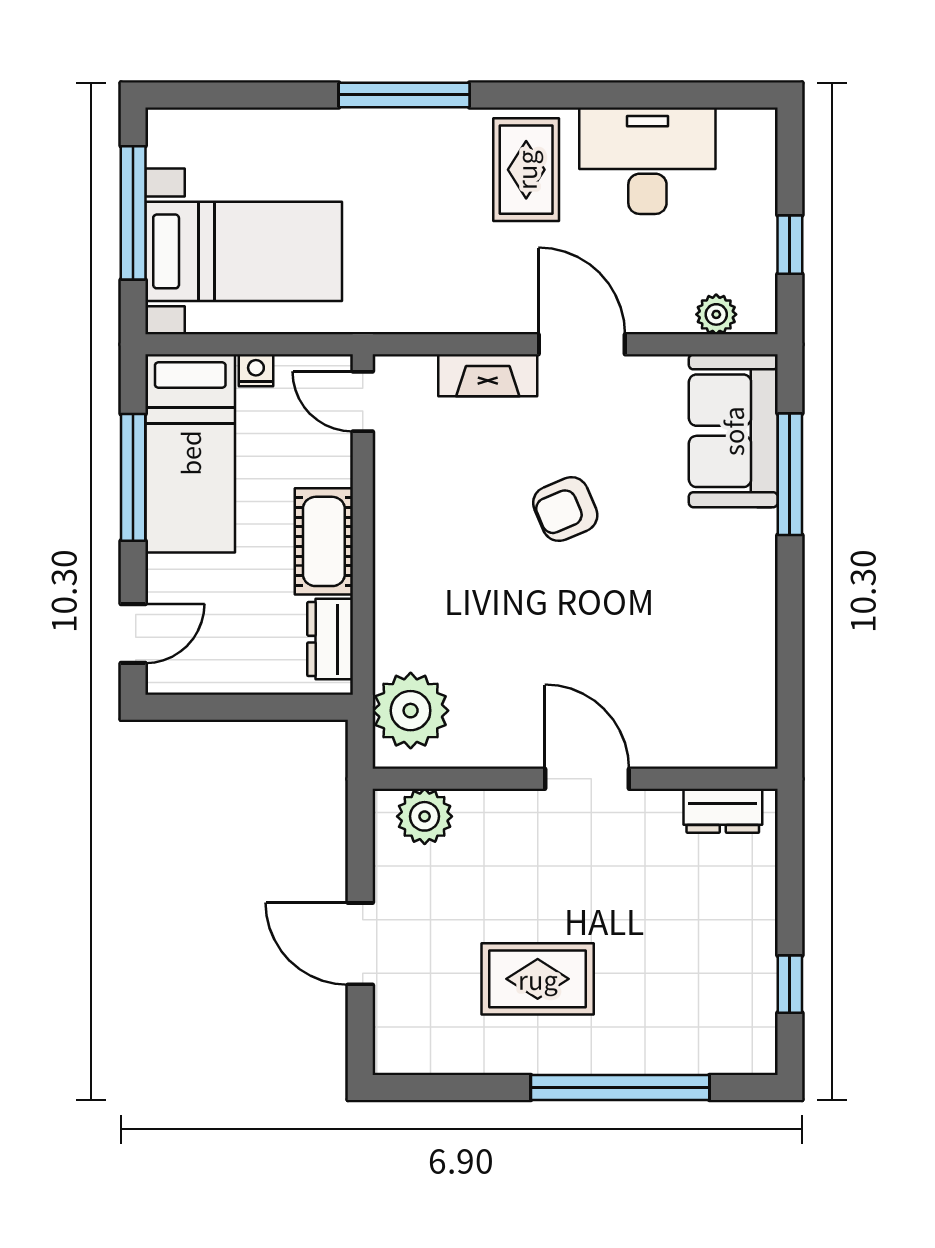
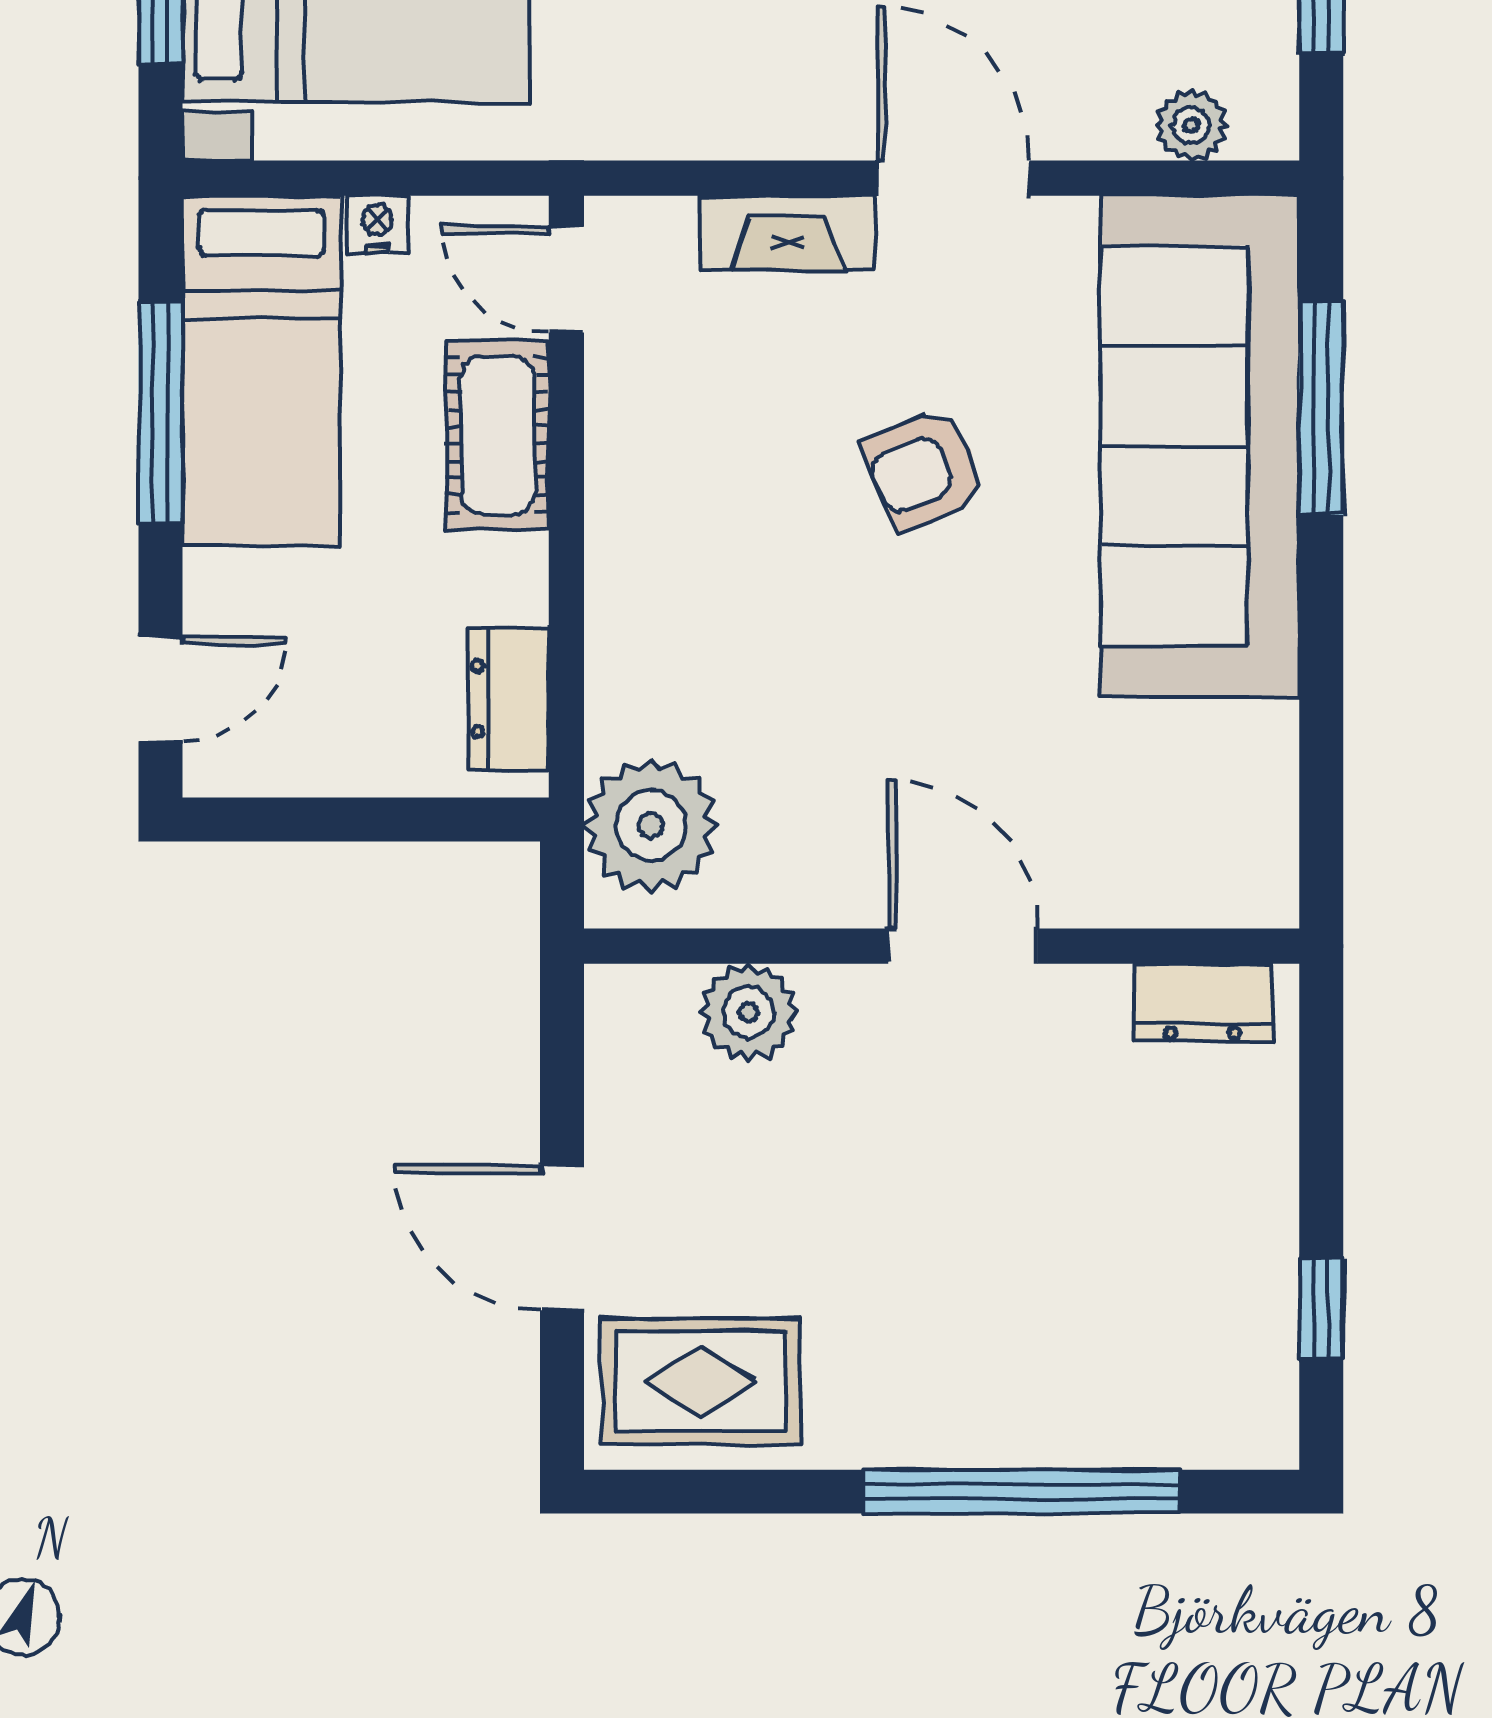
sofa: (733, 431) -> (1200, 446), width x1.85, depth x1.27
cot: (324, 541) -> (498, 435), moved
plant: (425, 816) -> (749, 1012), moved
rug: (538, 979) -> (701, 1381), moved

